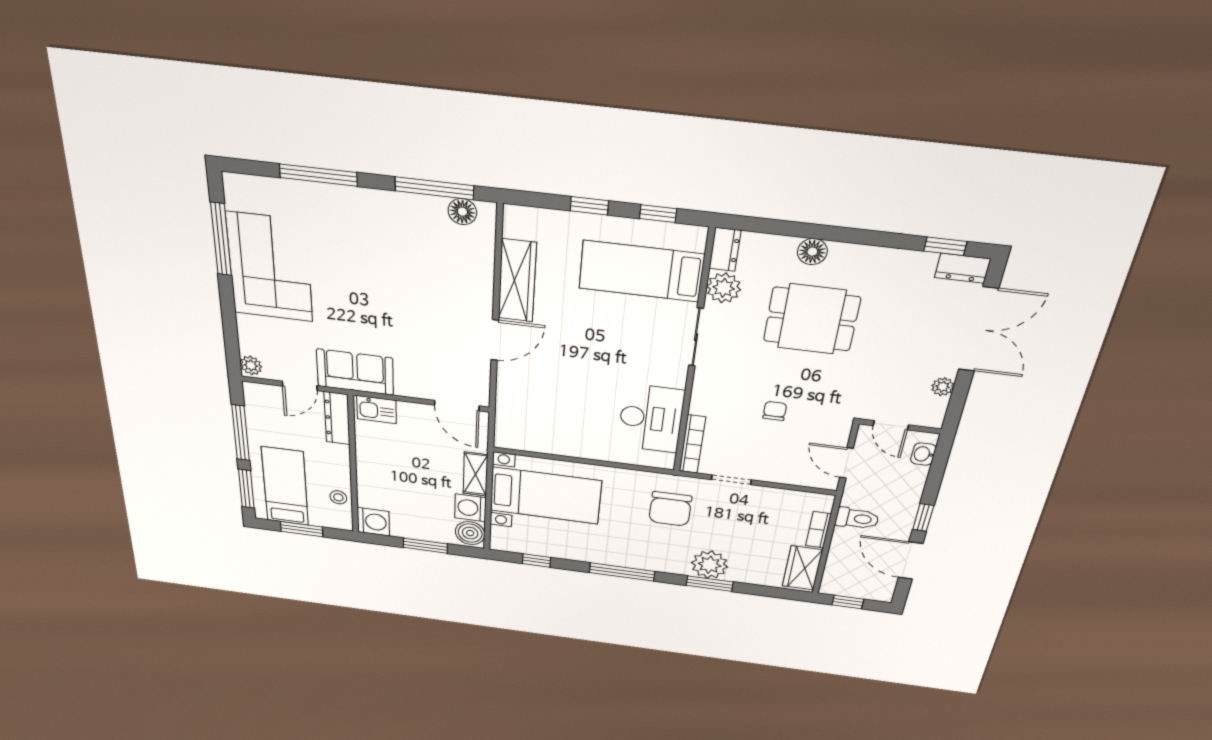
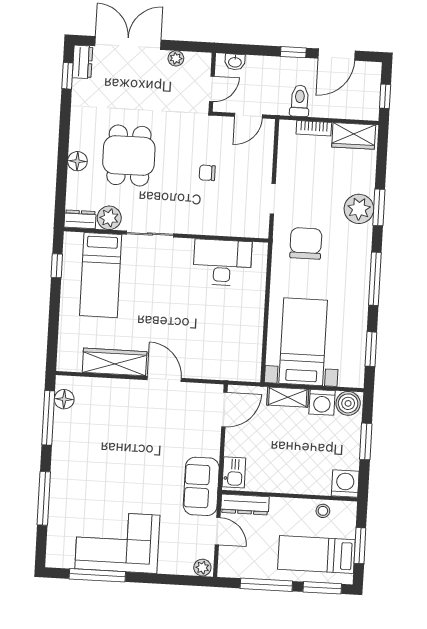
window: (589, 206) -> (54, 312), removed
bookcase: (692, 444) -> (243, 230), removed
chair: (670, 509) -> (306, 243), turned -90
window: (536, 560) -> (371, 349), width x1.50

